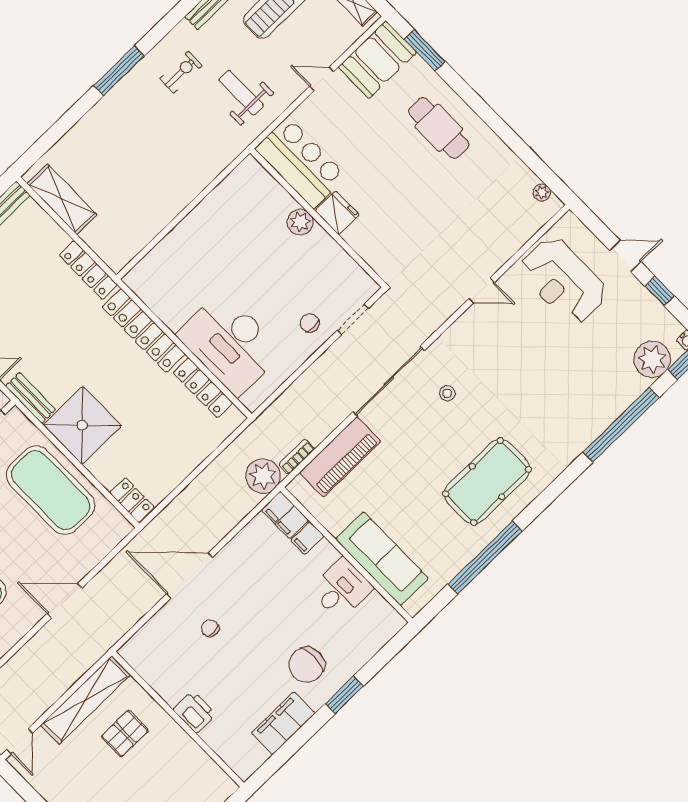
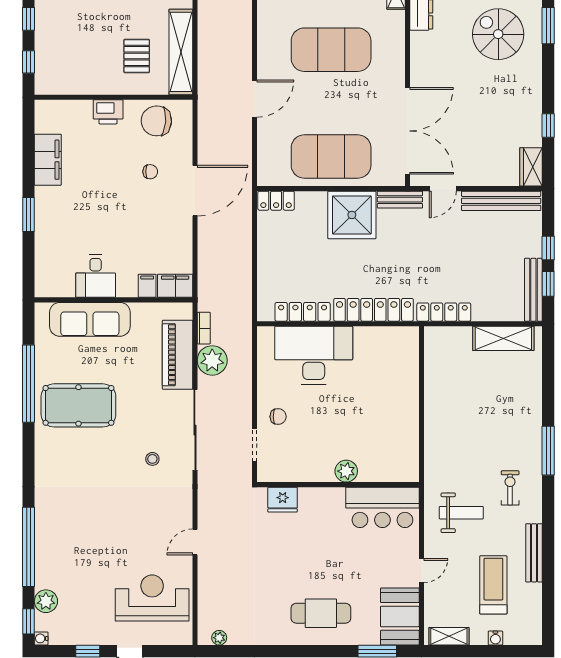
exercise bike: (181, 72) -> (510, 488), turned 180
fridge: (337, 213) -> (283, 500), moved
plant: (652, 359) -> (46, 601), width x0.73, depth x0.73
plant: (263, 476) -> (212, 360), moved
pool table: (487, 482) -> (78, 405), moved, turned 90
chair: (307, 665) -> (156, 121), moved, turned -86

